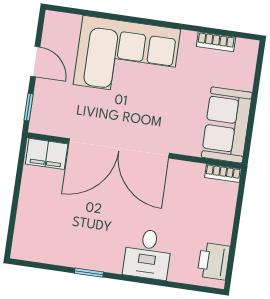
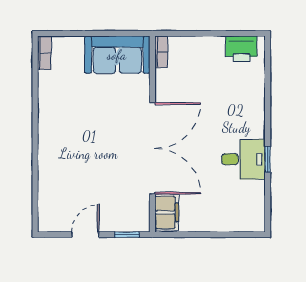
bookcase: (216, 42) -> (44, 53), moved
corner sofa: (127, 57) -> (69, 153), removed
desk: (148, 254) -> (243, 159), moved

